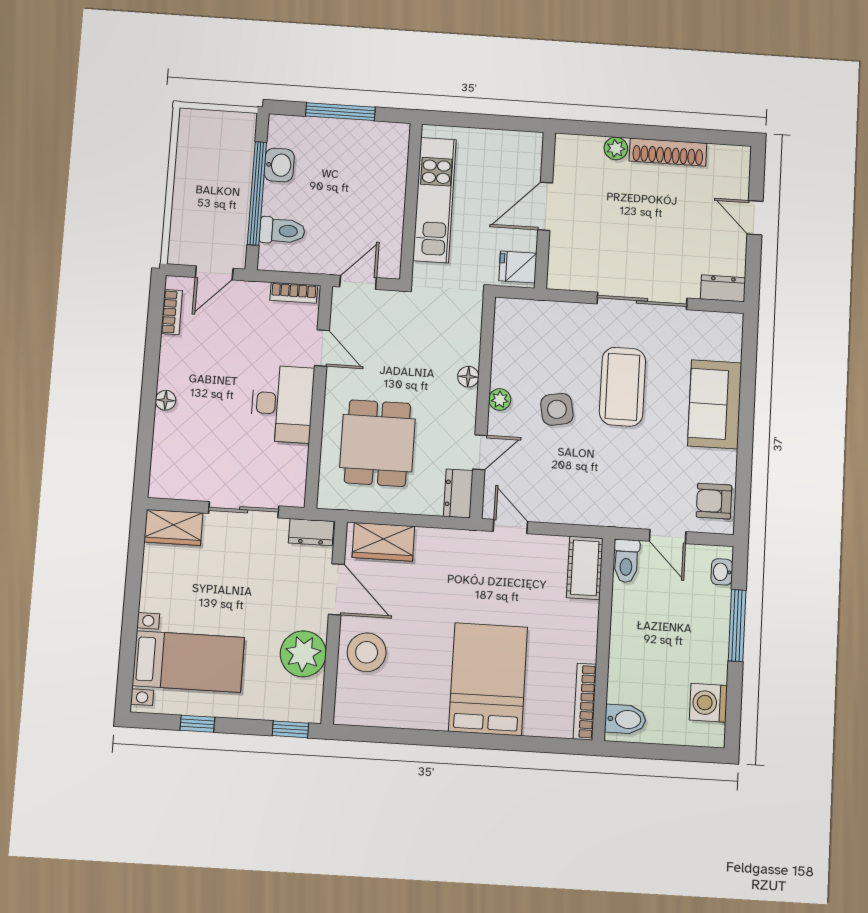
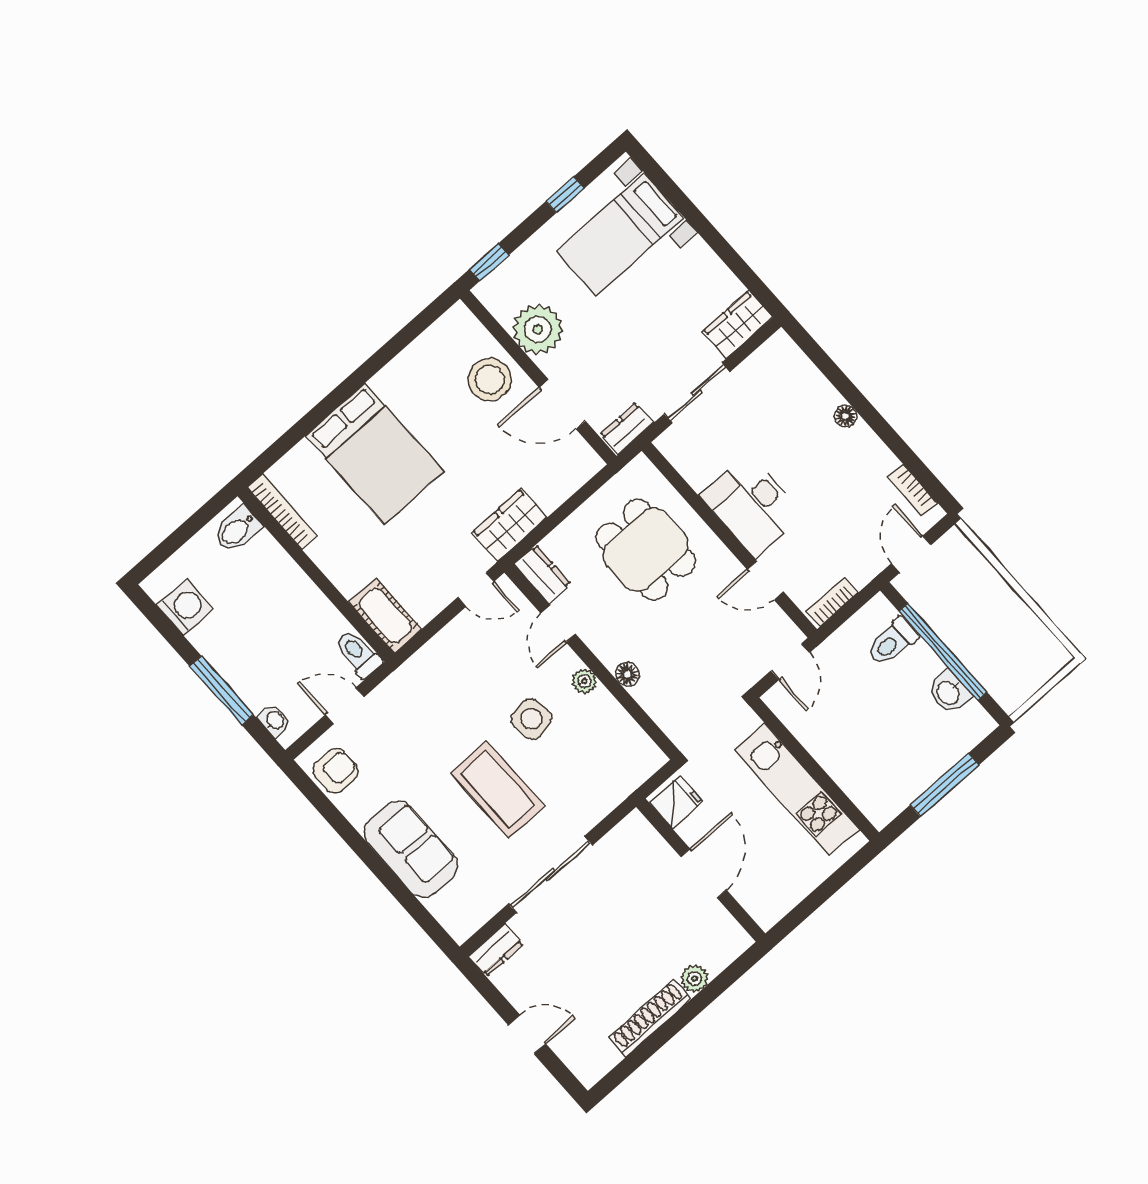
wardrobe: (383, 542) -> (509, 525), moved

